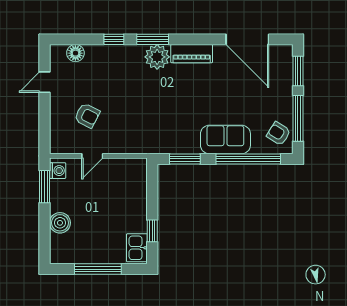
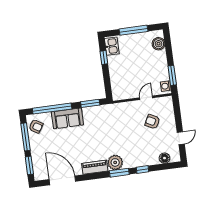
boiler: (60, 223) -> (159, 44), moved

